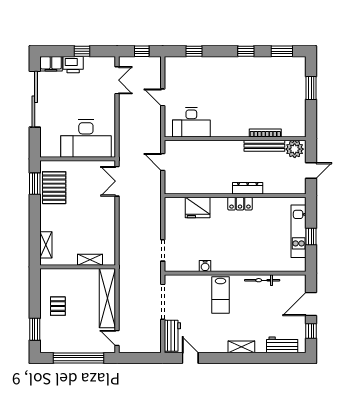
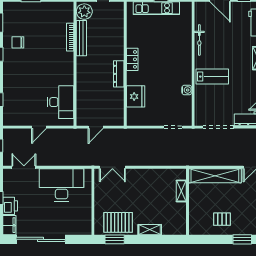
chair: (259, 73) -> (18, 42), added
desk: (86, 139) -> (62, 185), moved, turned -90
dresser: (248, 188) -> (119, 74), moved
shelving: (46, 245) -> (150, 230), moved

